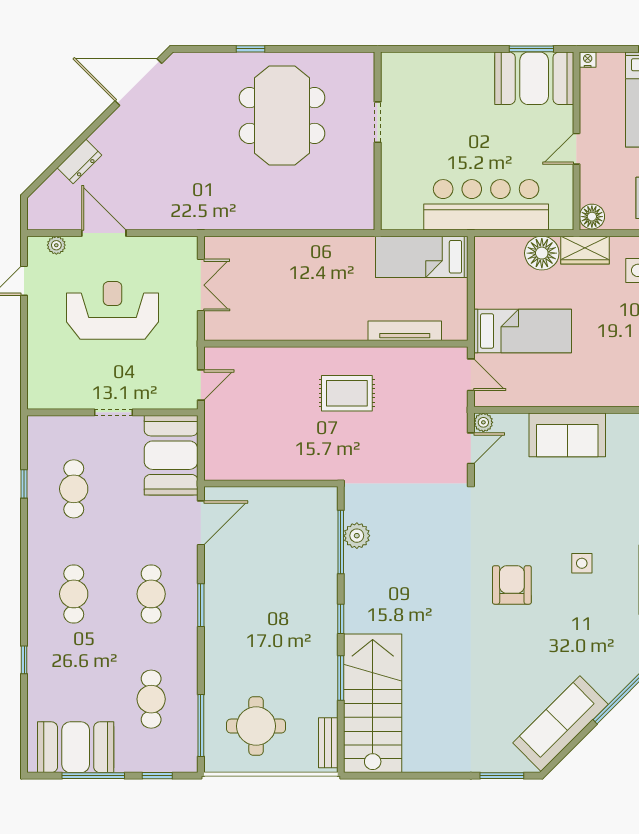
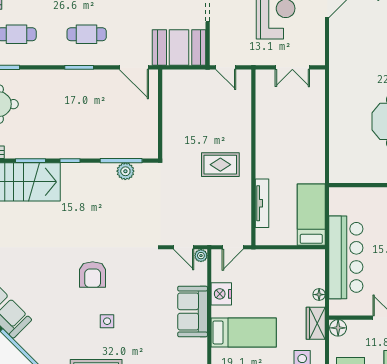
floor lamp: (542, 253) -> (319, 295), width x0.53, depth x0.53
bed: (523, 331) -> (244, 332), moved, turned -90
nightstand: (541, 392) -> (221, 294), added
rug: (347, 393) -> (220, 165), turned 90
armchair: (512, 585) -> (93, 275), turned 90

